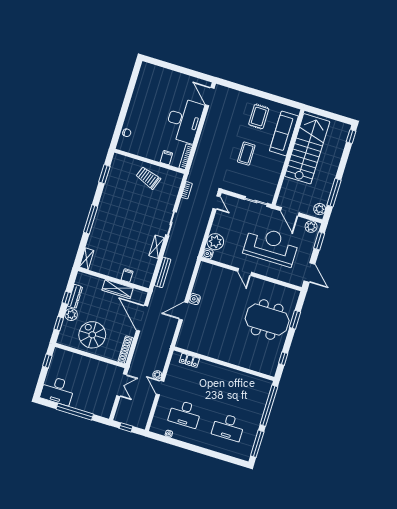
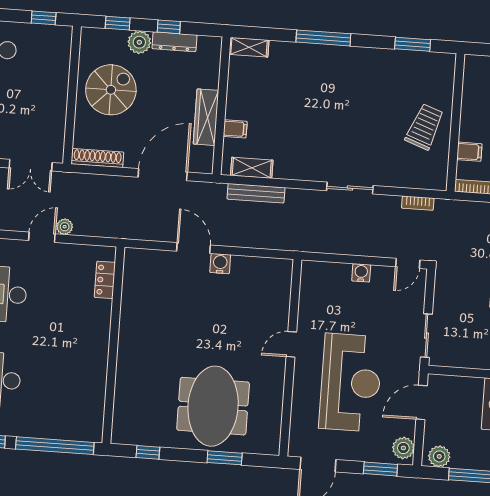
plant: (215, 242) -> (335, 278), removed
shelving: (157, 247) -> (252, 168), moved
water cooler: (208, 254) -> (361, 273), moved

